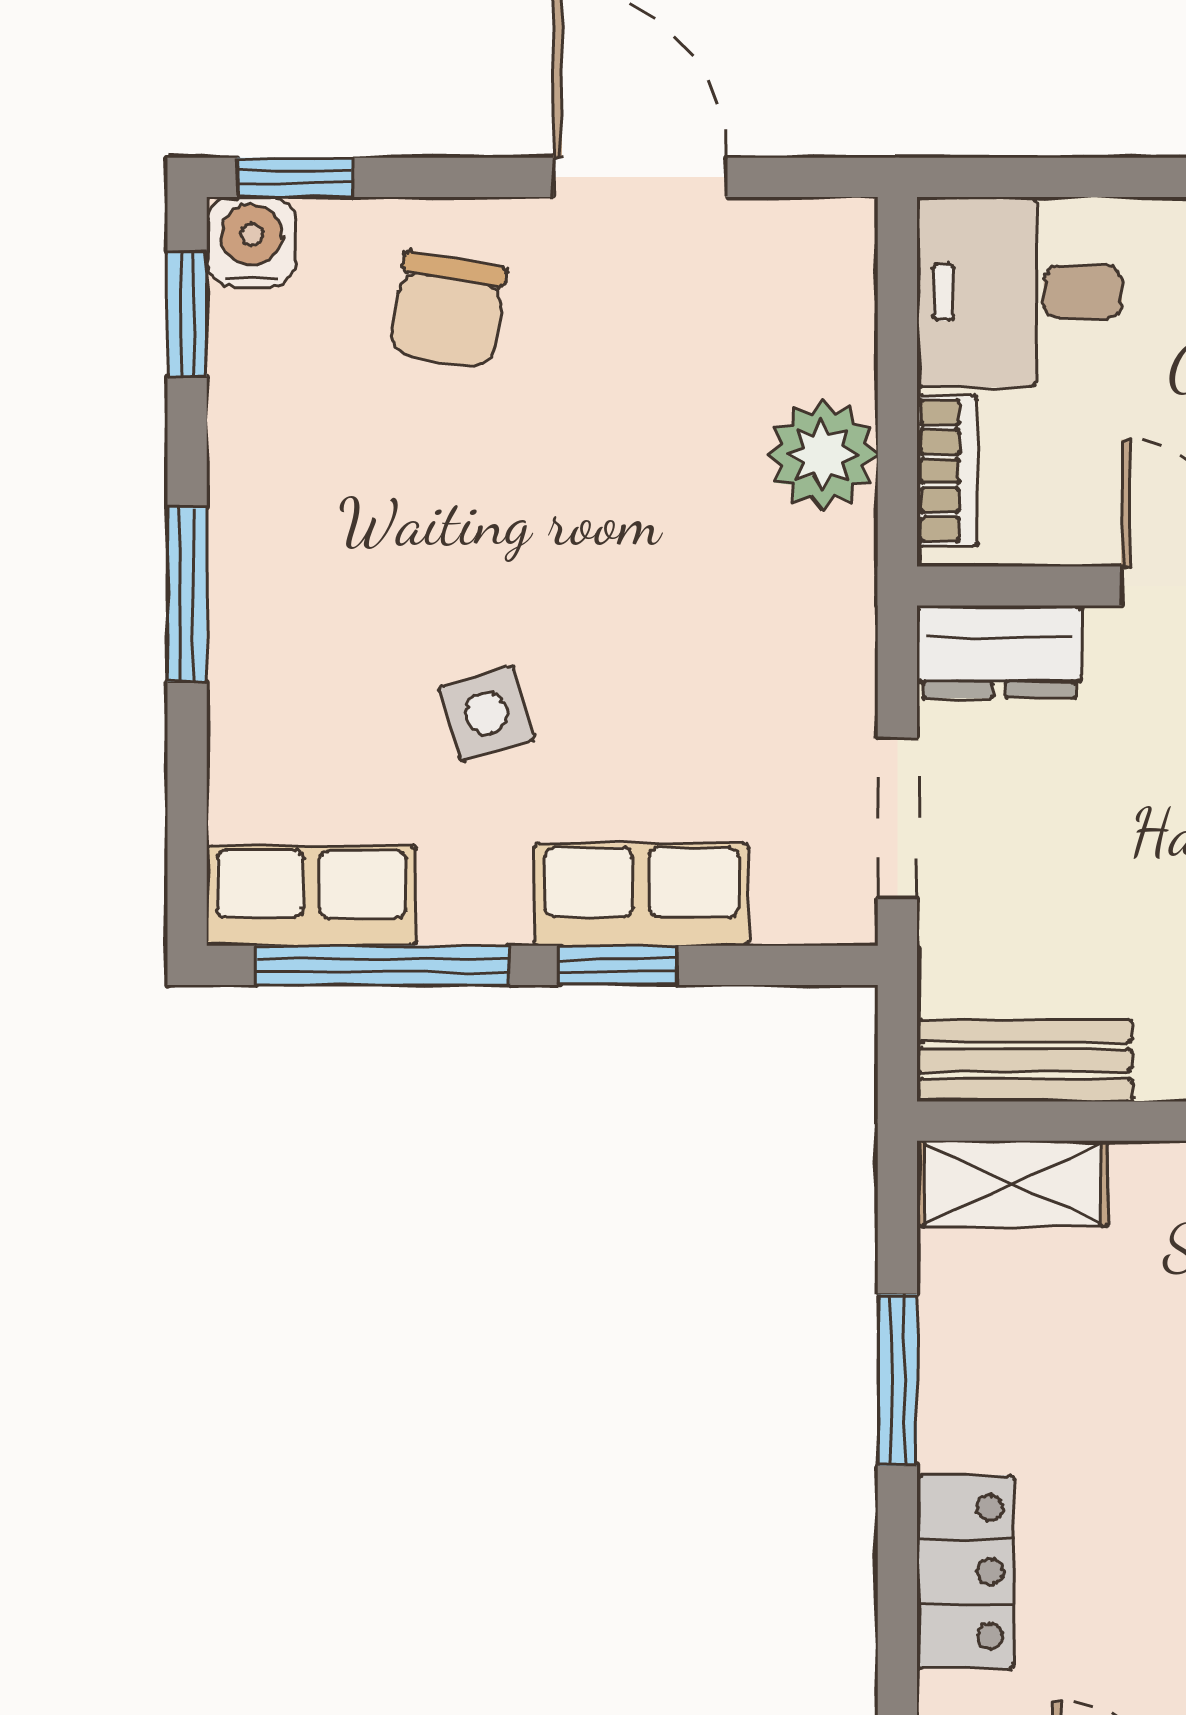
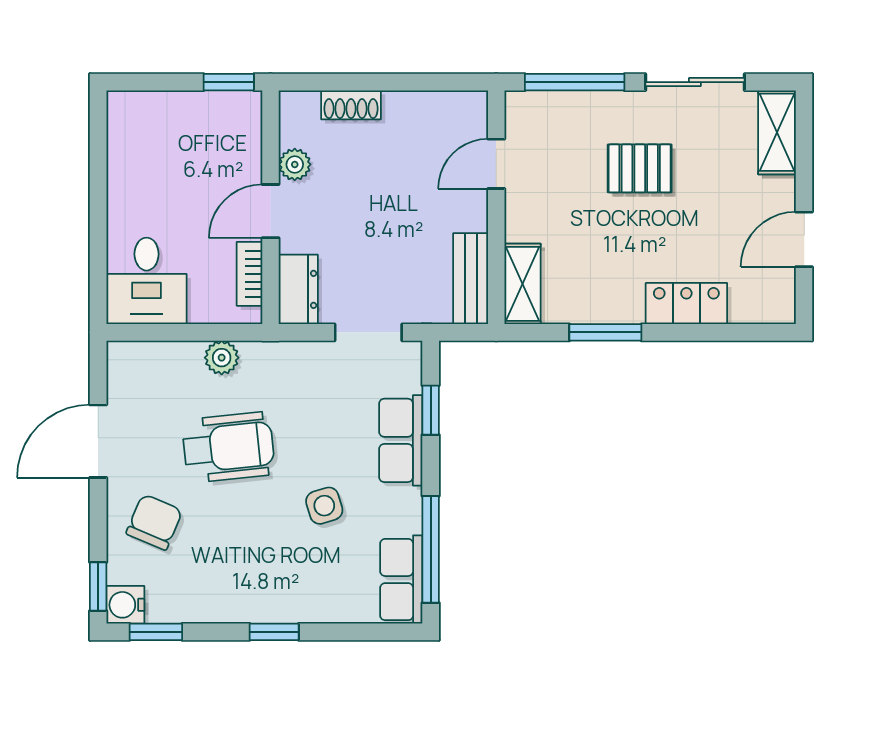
chair: (448, 310) -> (154, 522), turned -77
plant: (822, 455) -> (222, 358), width x0.73, depth x0.73
bookcase: (947, 471) -> (250, 274), moved, turned -90
wheelchair: (625, 486) -> (229, 447), added
window: (187, 594) -> (274, 632), width x0.67
window: (618, 965) -> (431, 410), moved

